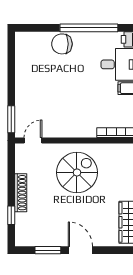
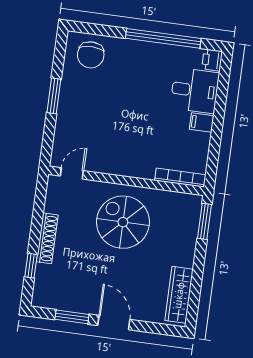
chair: (62, 44) -> (91, 55), moved, turned -90
window: (11, 119) -> (54, 96), moved
spiral stairs: (77, 172) -> (123, 222), turned -90

